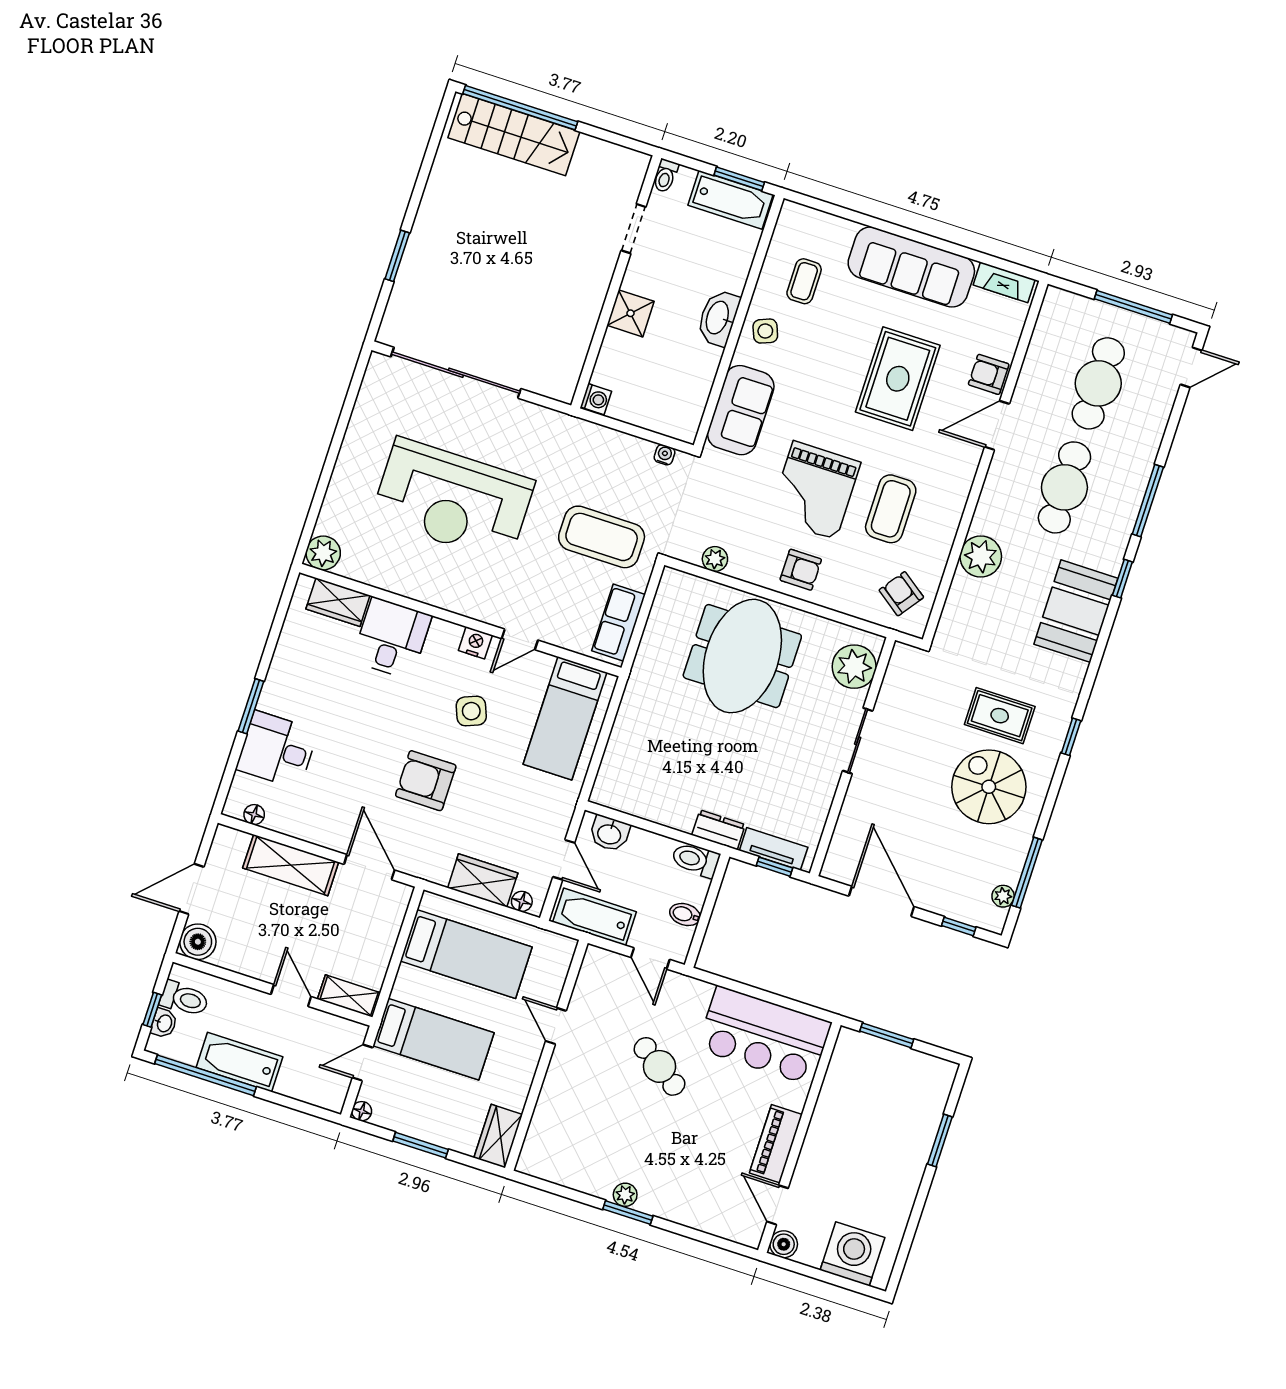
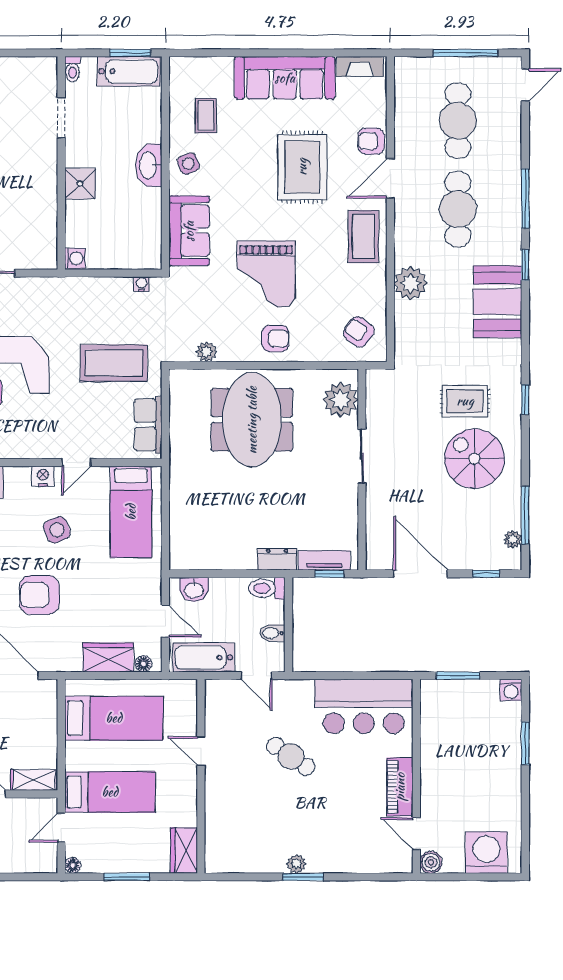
coffee table: (891, 509) -> (363, 237), moved
washing machine: (943, 1072) -> (511, 690), added

